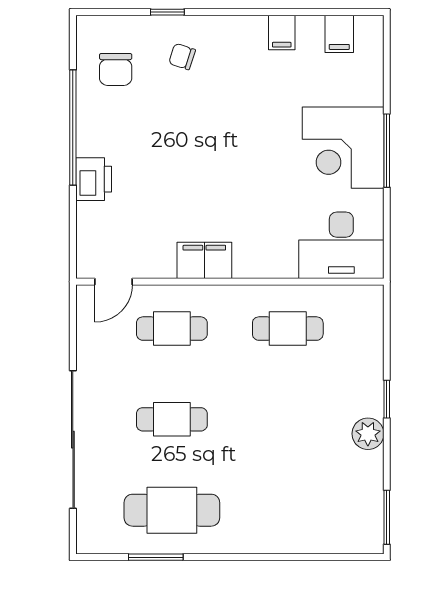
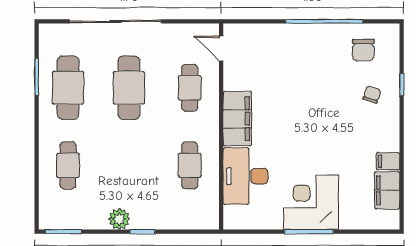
filing cabinet: (339, 34) -> (387, 190), width x2.00
chair: (116, 69) -> (363, 50), turned -90
printer: (94, 179) -> (290, 35), removed
desk: (341, 245) -> (245, 176), moved
filing cabinet: (204, 260) -> (237, 119), width x1.50, depth x1.17
cafe table: (172, 419) -> (129, 88), width x1.37, depth x1.35
cafe table: (288, 510) -> (68, 165), added

